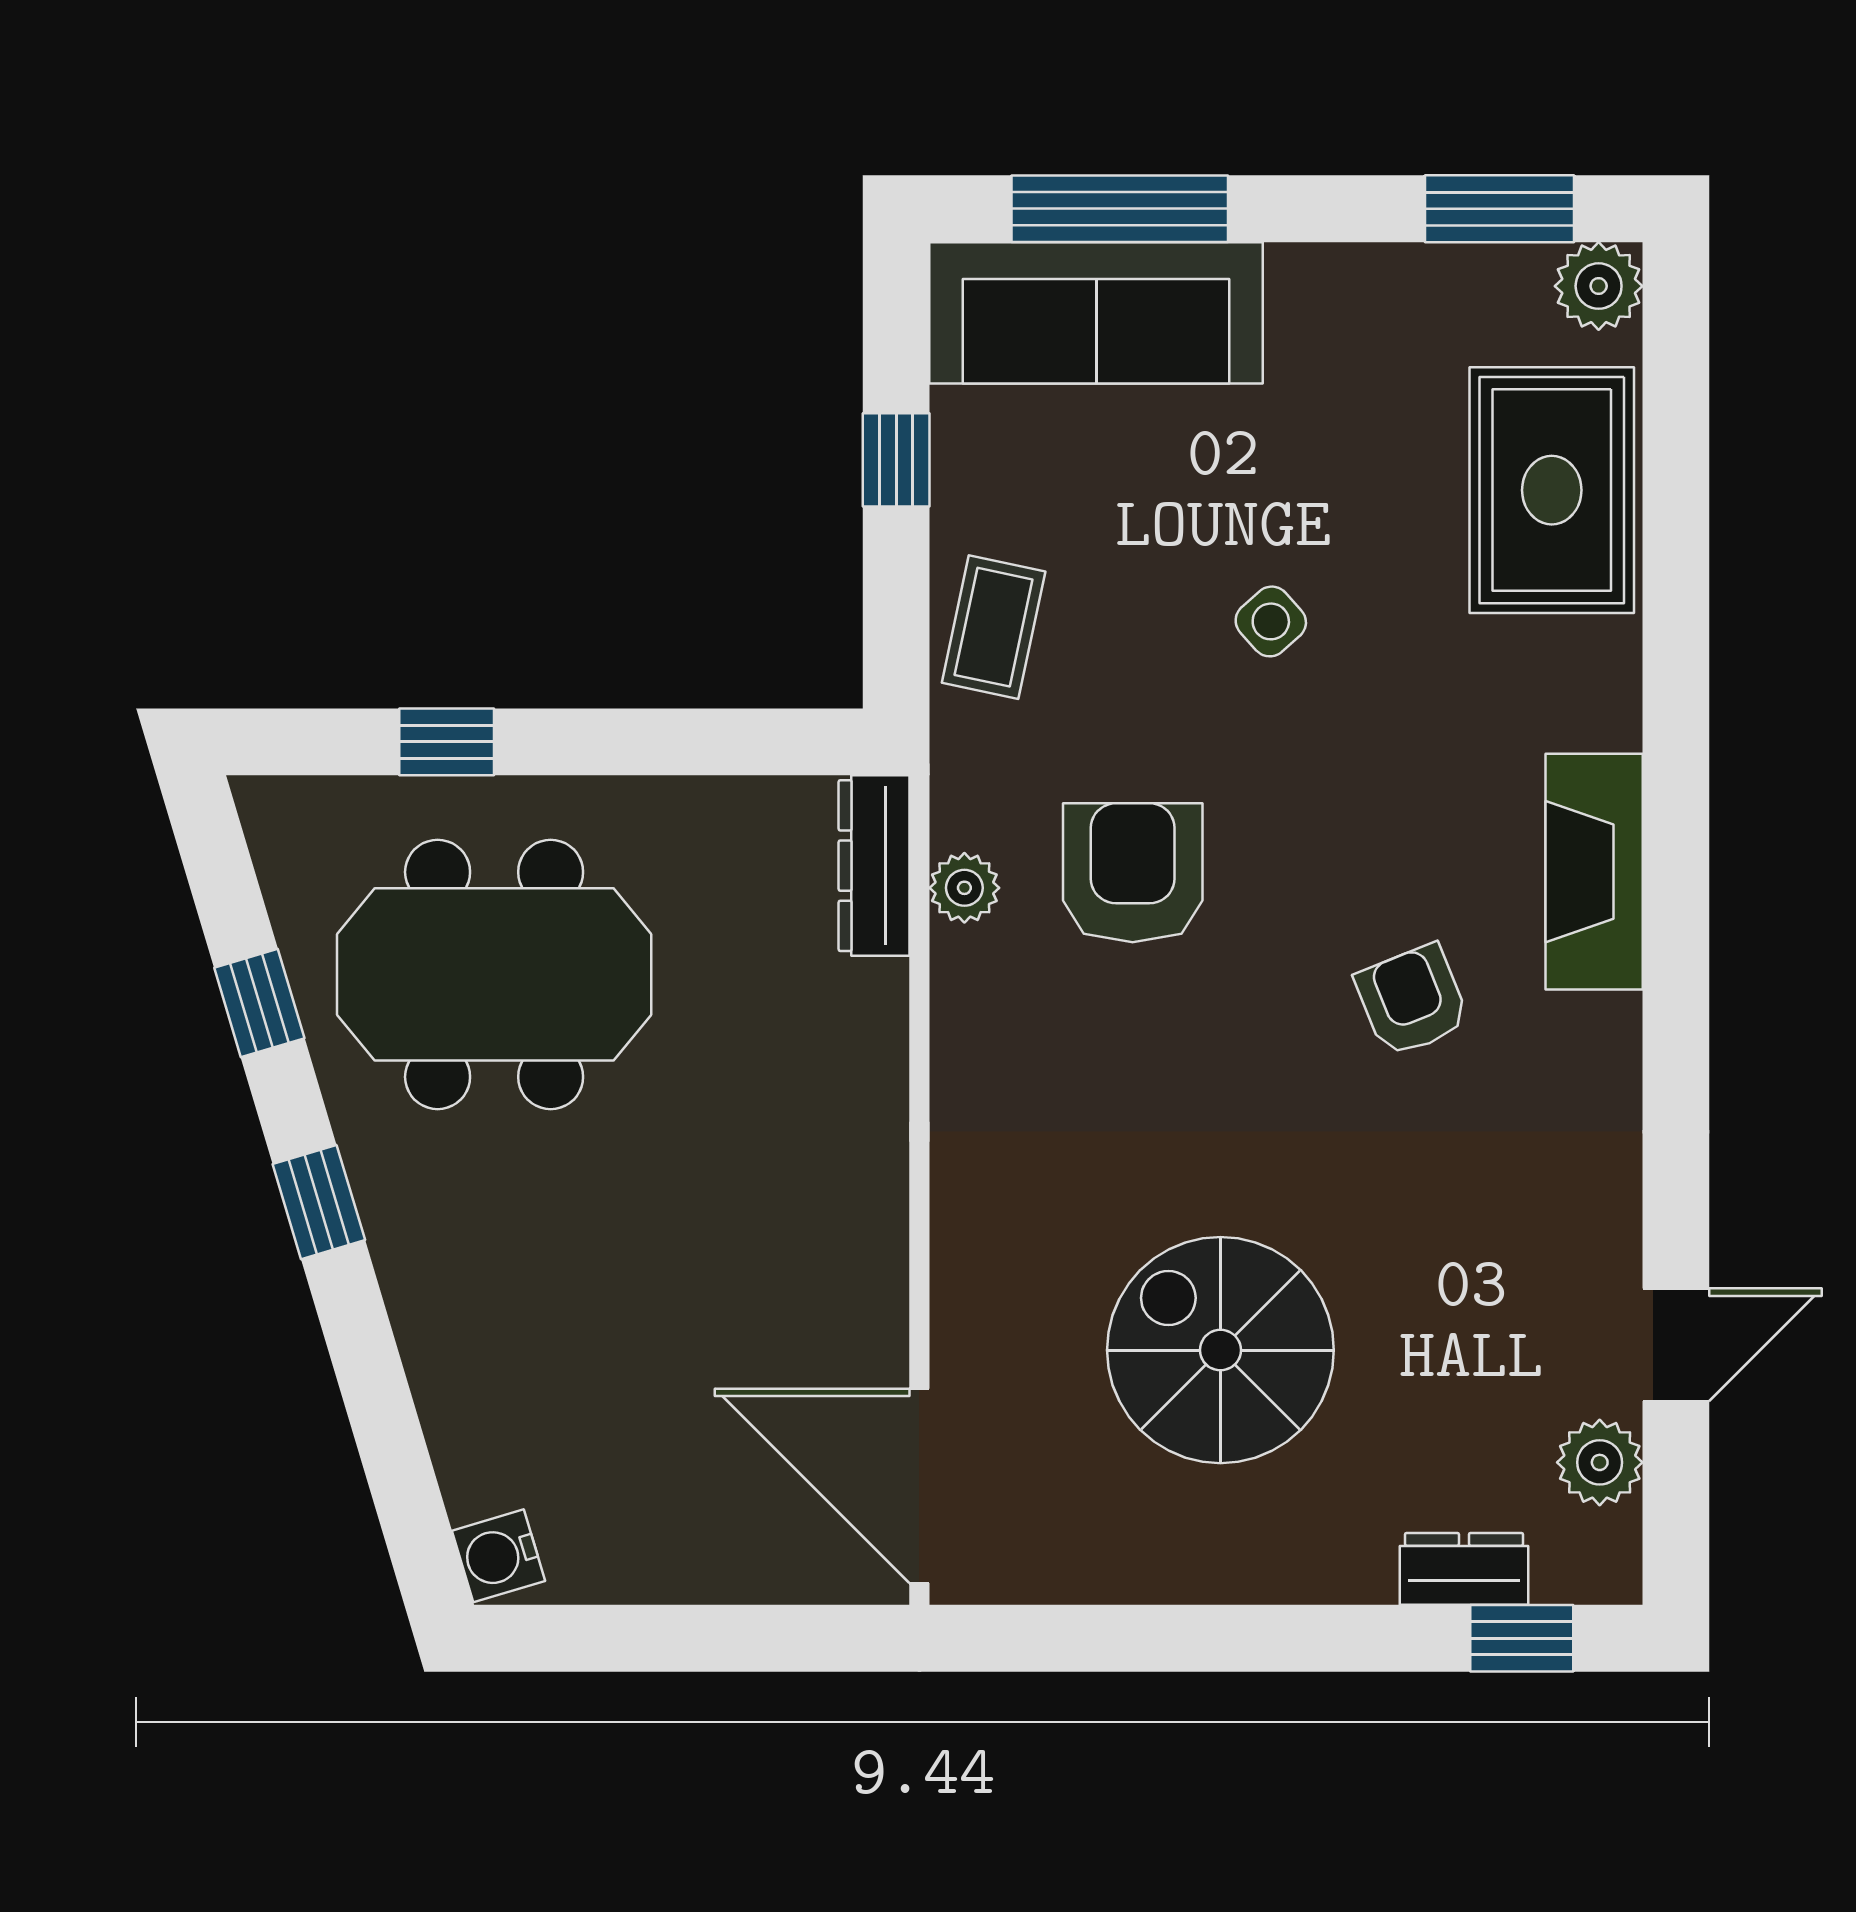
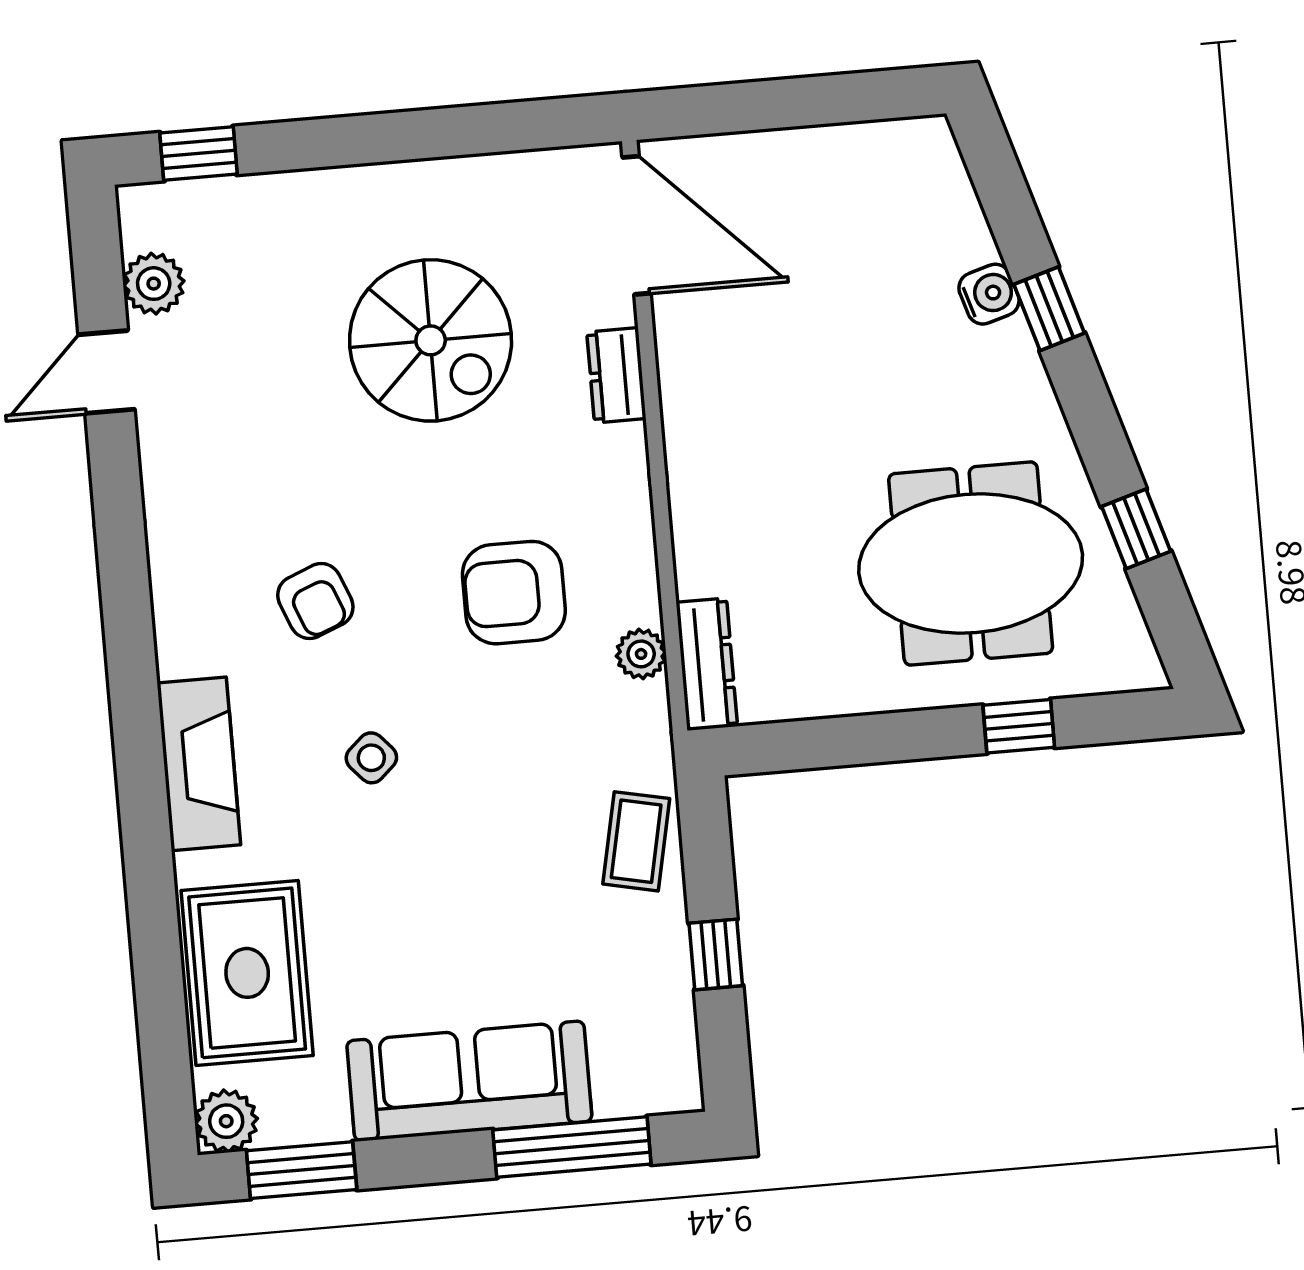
sofa: (1096, 313) -> (469, 1081), moved
side table: (1271, 621) -> (371, 758), moved
fireplace: (1594, 872) -> (199, 764), moved
armchair: (1133, 873) -> (514, 593), moved, turned 90
window: (319, 1202) -> (1049, 309), moved
water cooler: (498, 1556) -> (989, 294), moved
dresser: (1464, 1569) -> (616, 375), moved, turned 90

